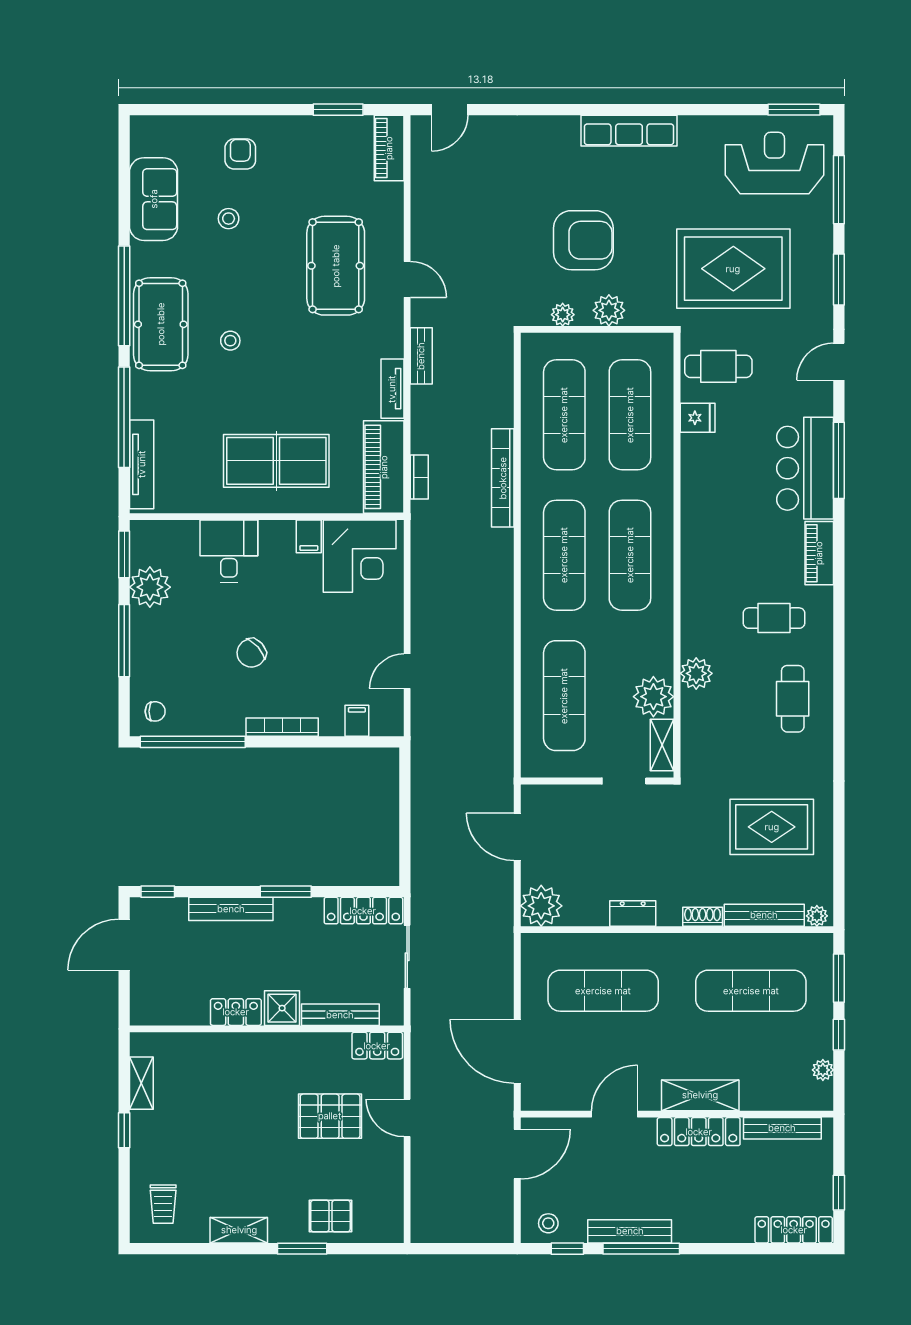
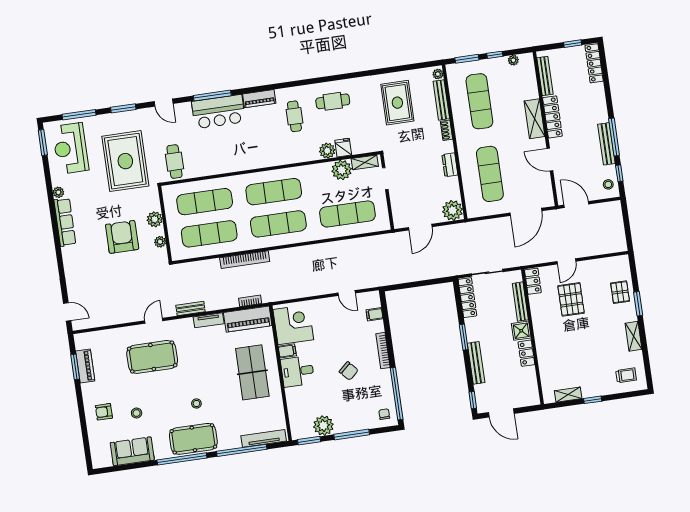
plant: (690, 126) -> (58, 192), added
piano: (389, 148) -> (85, 366), moved, turned -90
fridge: (698, 418) -> (343, 148), moved
desk: (229, 551) -> (297, 371), moved

